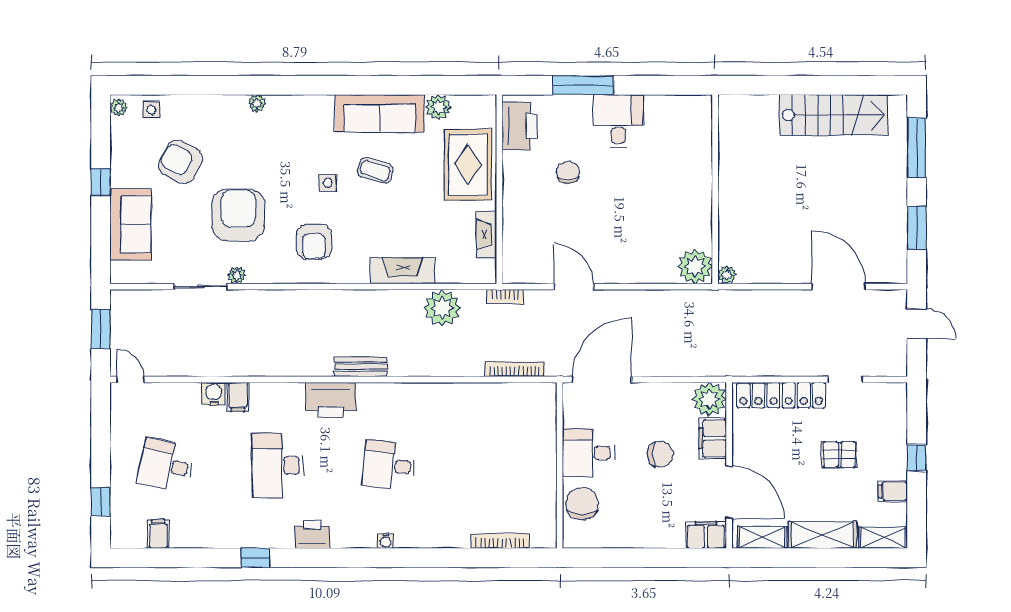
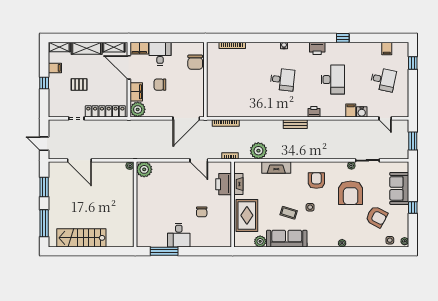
window: (583, 85) -> (164, 251), moved
printer: (519, 126) -> (224, 184), moved
door: (131, 379) -> (385, 118), moved
printer: (331, 400) -> (314, 112), width x0.53, depth x0.68
desk: (588, 453) -> (160, 54), moved, turned -90

